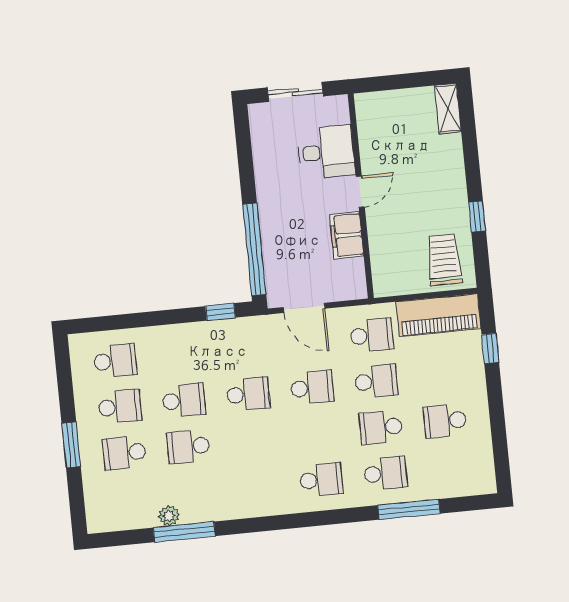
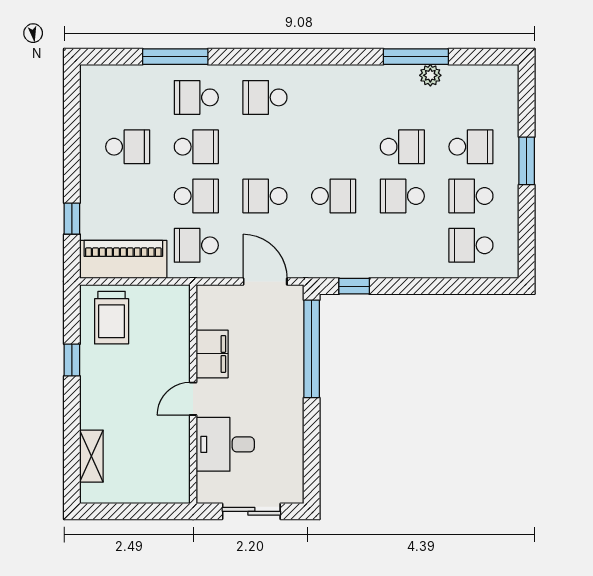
shelving: (448, 109) -> (91, 456), moved
school desk: (376, 381) -> (196, 196), turned 180
school desk: (248, 394) -> (334, 196), turned 180

